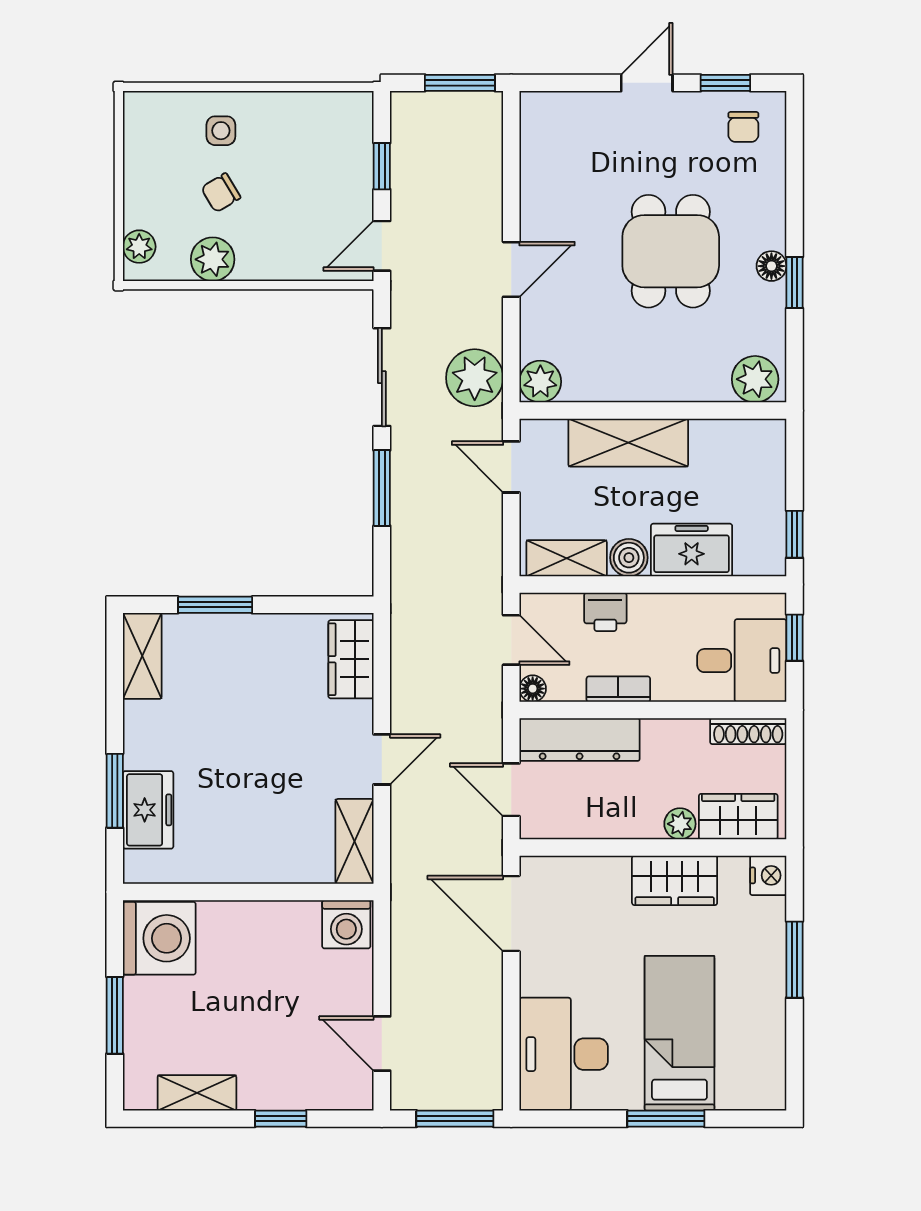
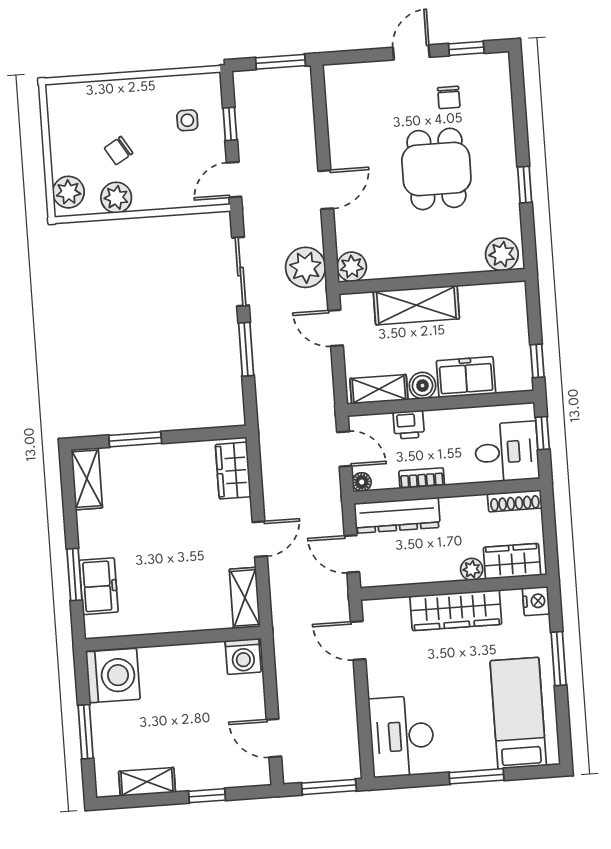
chair: (743, 127) -> (449, 97), moved
side table: (221, 131) -> (187, 120), moved
plant: (139, 247) -> (68, 192), width x1.38, depth x1.38
floor lamp: (771, 266) -> (508, 174), removed
wardrobe: (675, 880) -> (456, 610), width x1.50
door: (511, 914) -> (358, 641), width x0.73
bed: (679, 1033) -> (518, 713), moved

